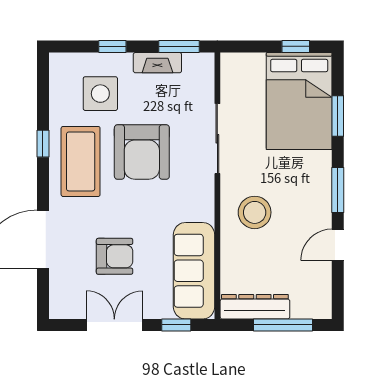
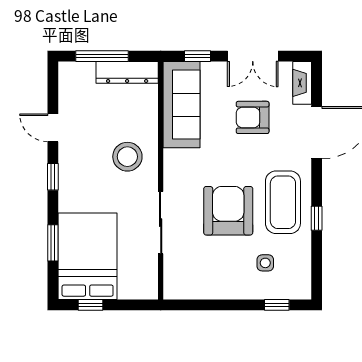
window: (112, 46) -> (277, 305), moved
window: (179, 46) -> (195, 305), removed
fireplace: (157, 63) -> (302, 83), moved, turned -90
side table: (100, 94) -> (265, 263), width x0.54, depth x0.54
window: (338, 190) -> (53, 177), width x0.67
door: (338, 245) -> (53, 128), swing flipped

